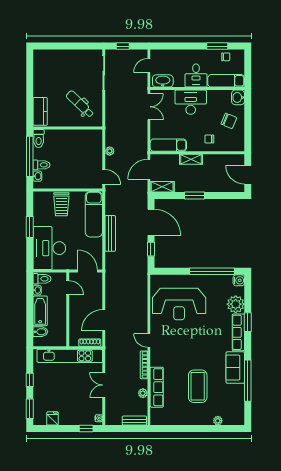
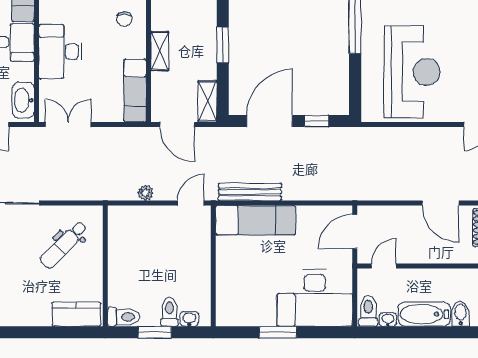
window: (30, 156) -> (155, 332), width x0.47
trolley: (61, 204) -> (238, 277), removed
bench: (110, 233) -> (250, 192), moved

